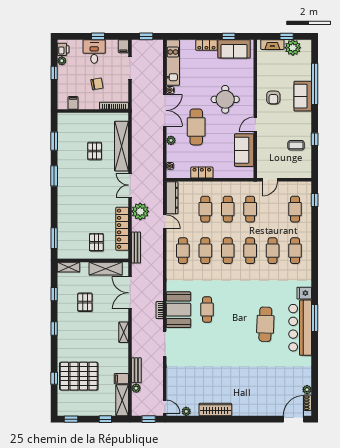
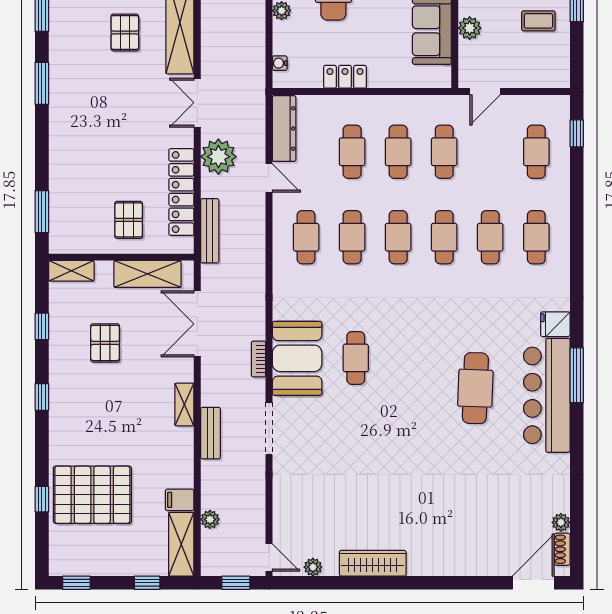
plant: (263, 149) -> (470, 28), added
bench: (136, 370) -> (211, 433), moved

